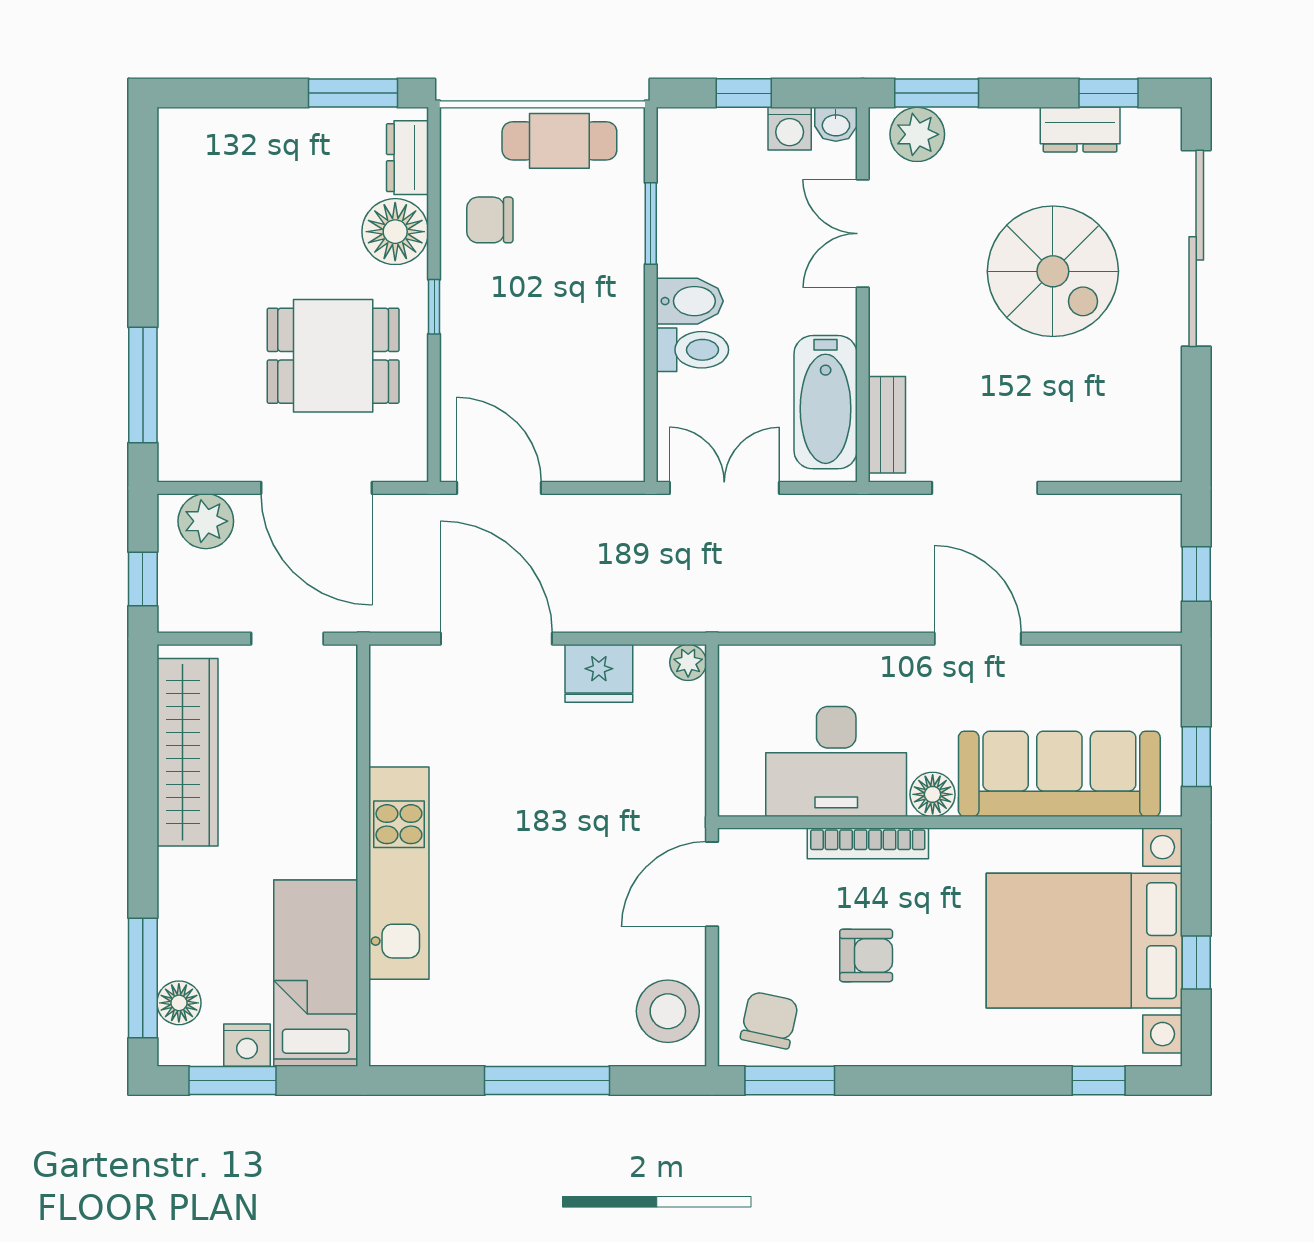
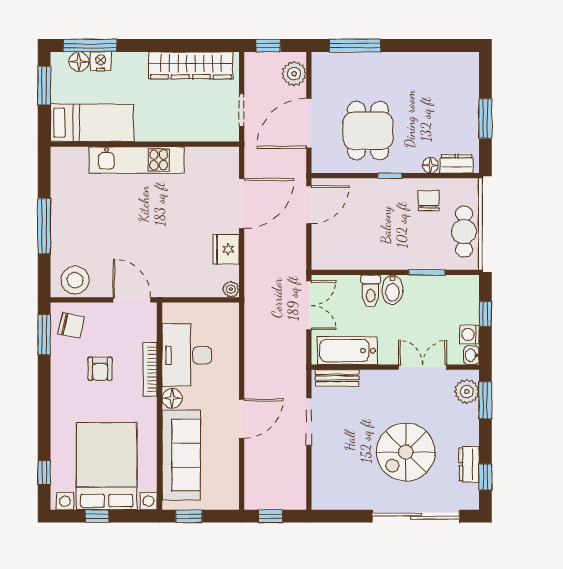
window: (353, 93) -> (485, 118), moved
floor lamp: (395, 232) -> (430, 165), width x0.53, depth x0.53
nightstand: (247, 1045) -> (101, 61), moved, turned 90

